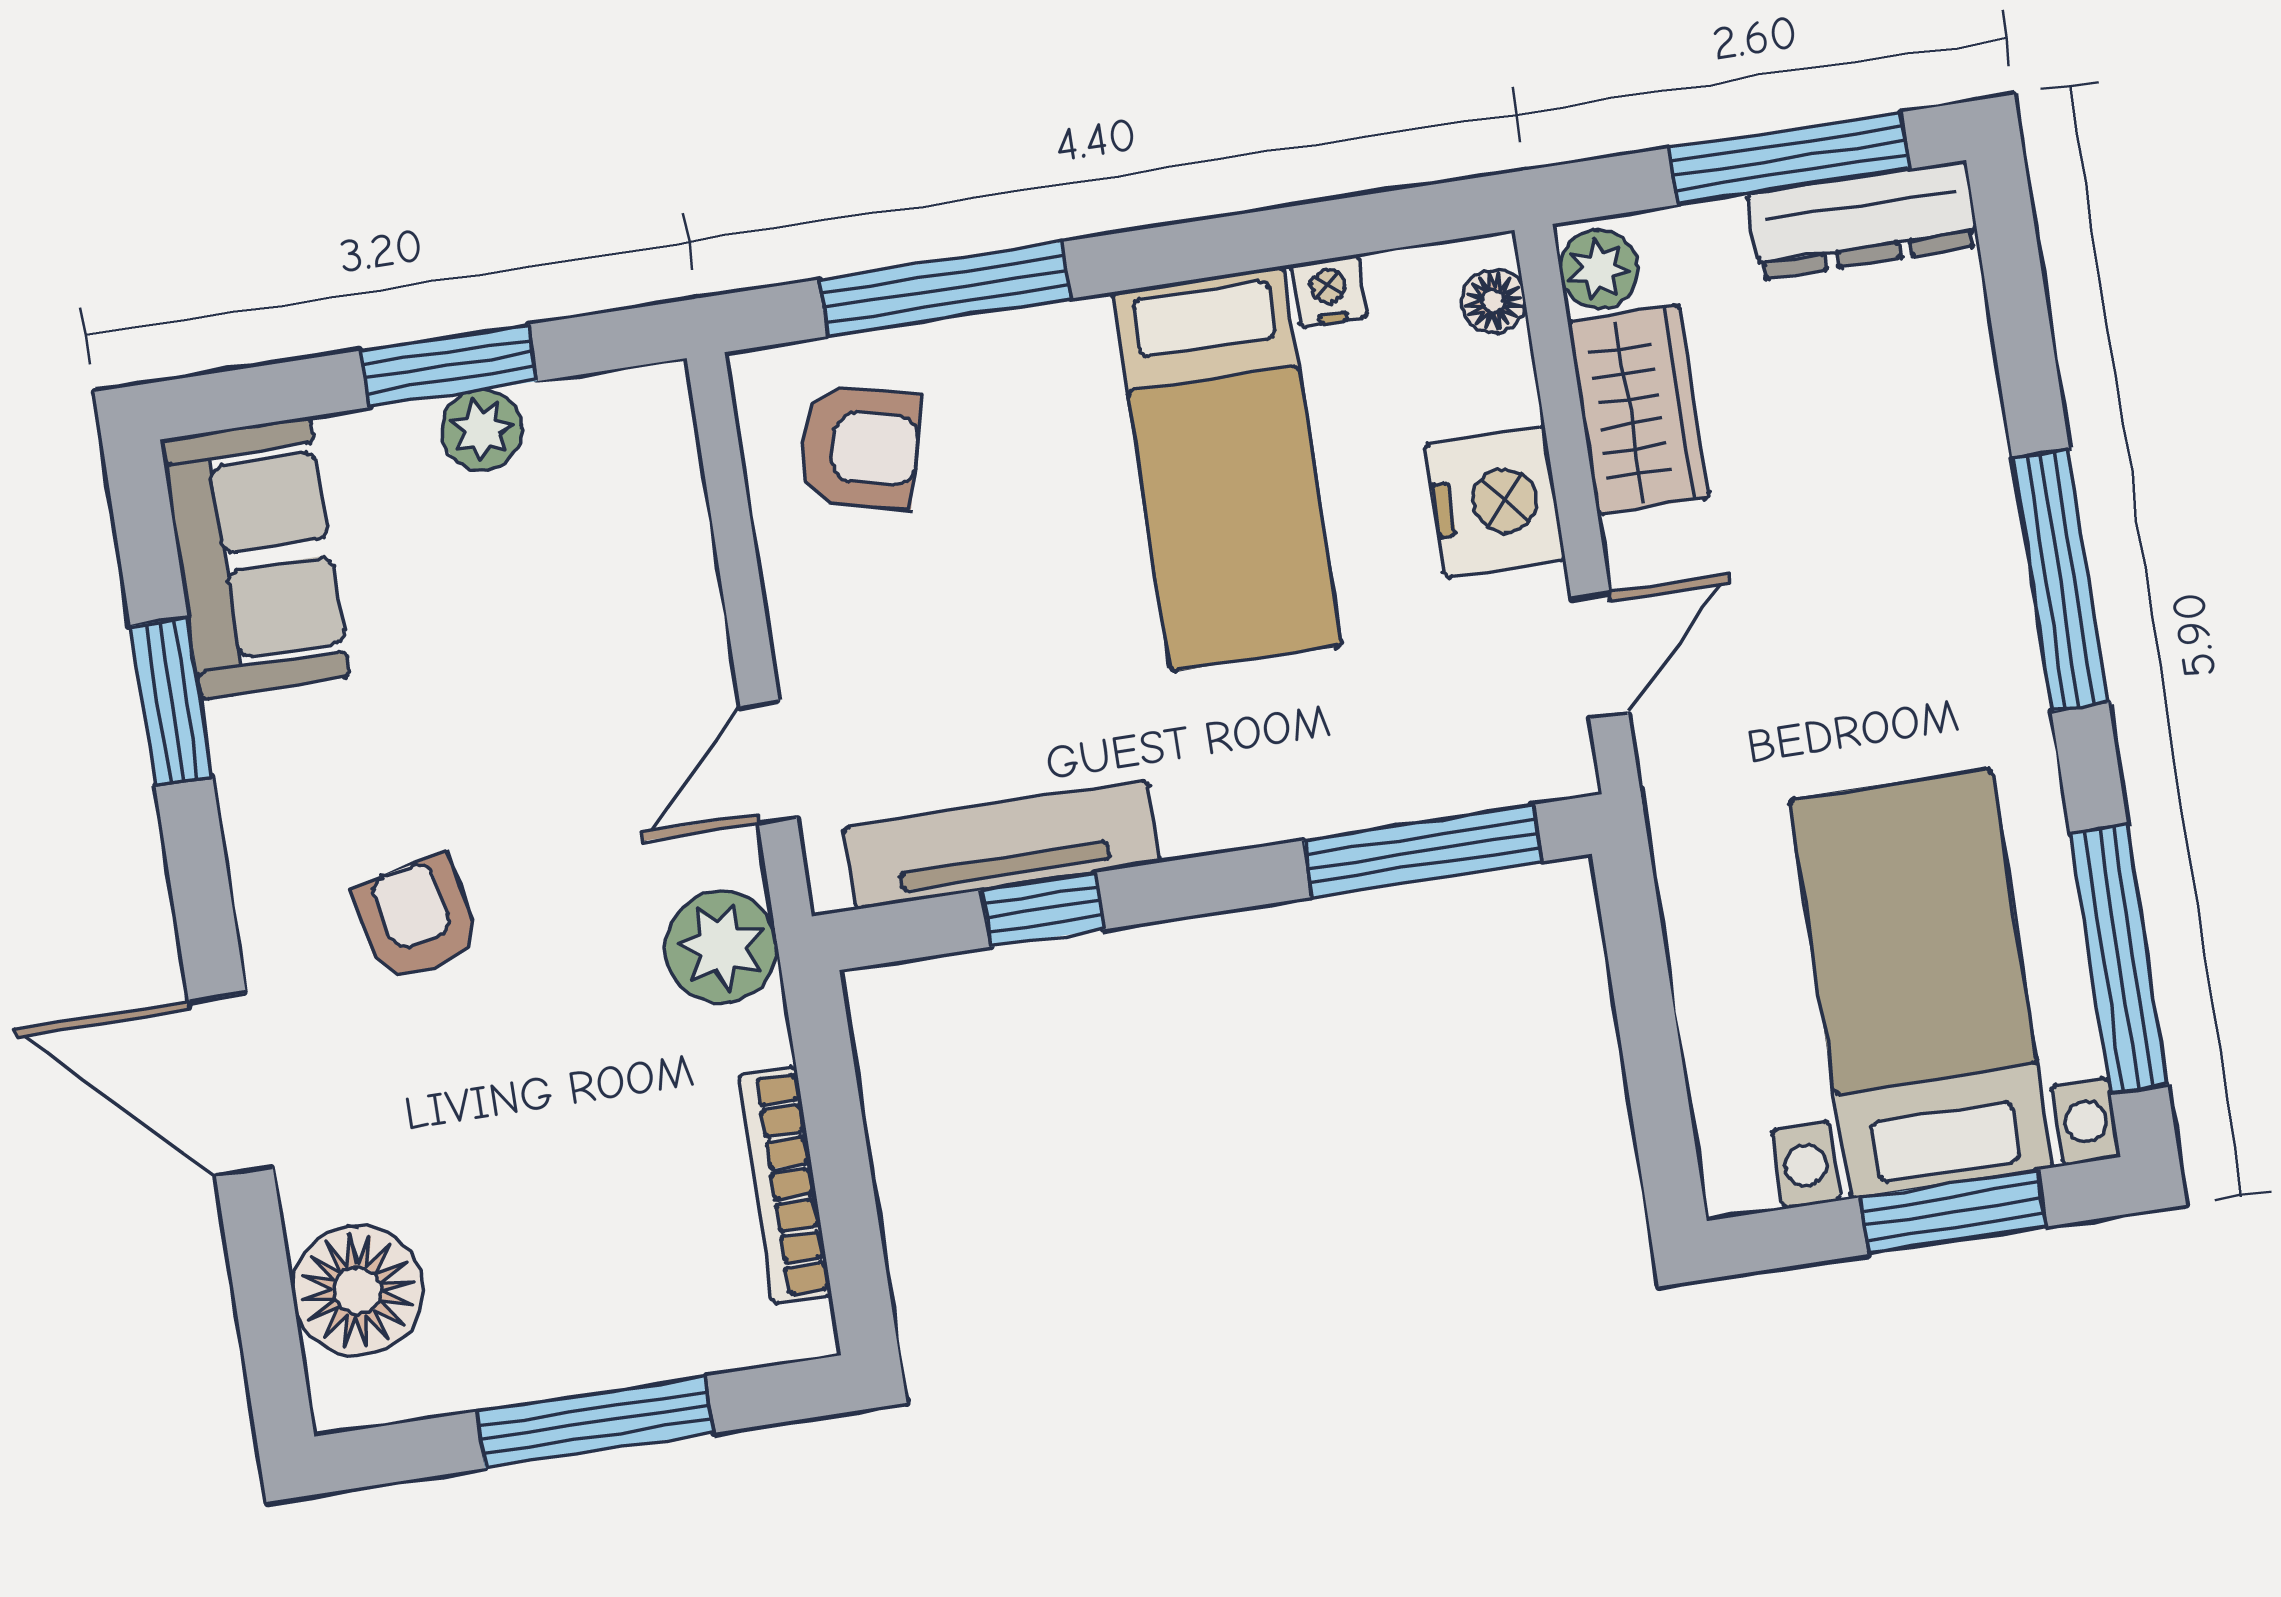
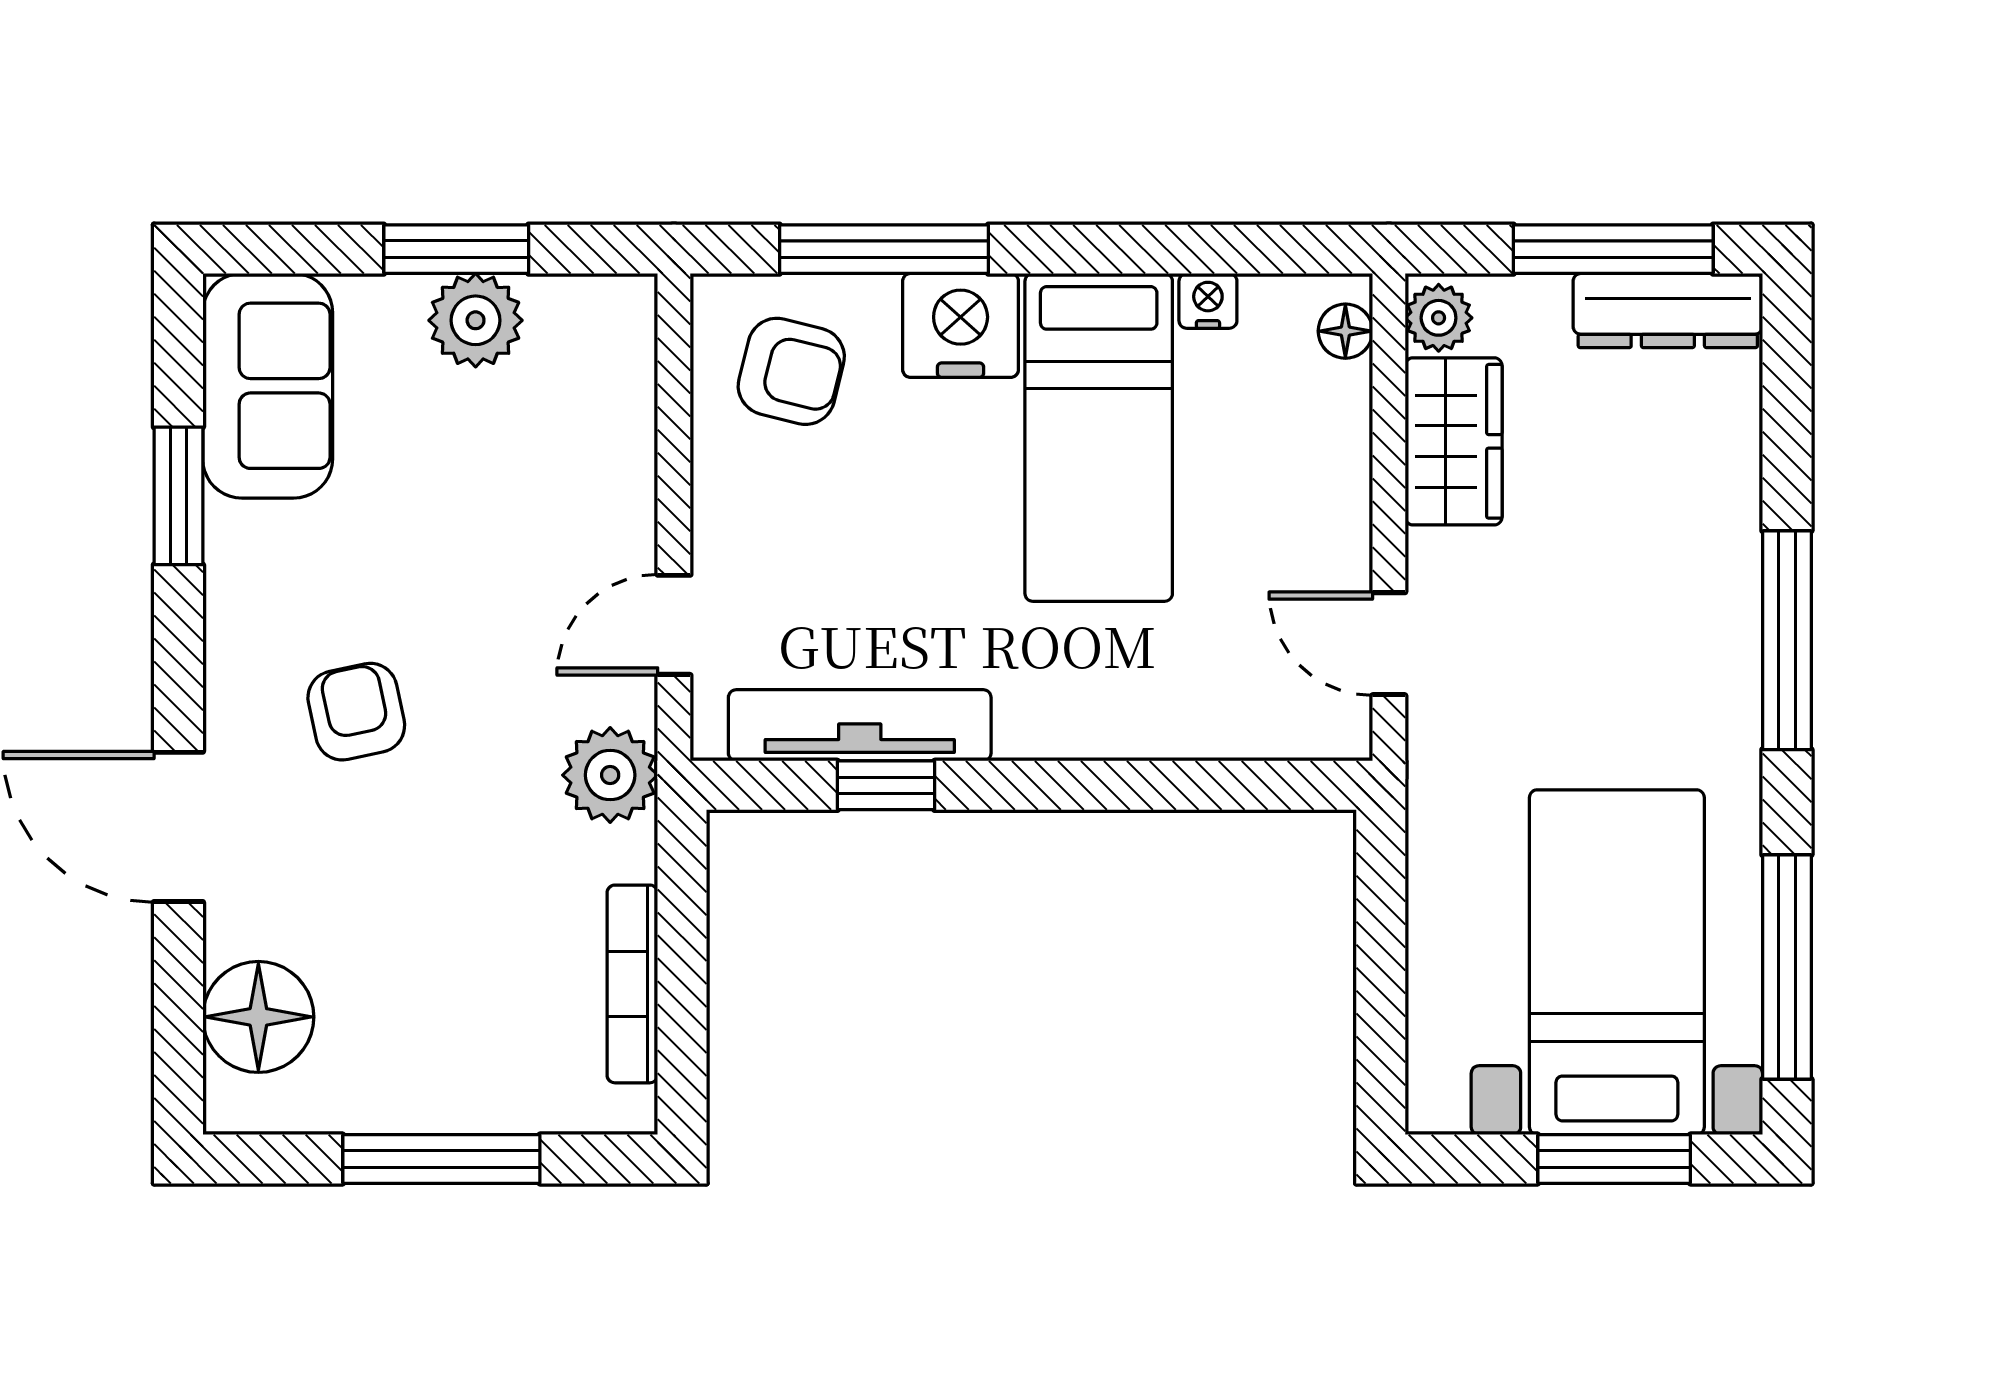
plant: (482, 430) -> (476, 320), width x1.38, depth x1.38
nightstand: (1495, 502) -> (961, 325), moved, turned -90
door: (1600, 656) -> (1389, 644), swing flipped
window: (1423, 851) -> (1214, 785), removed

